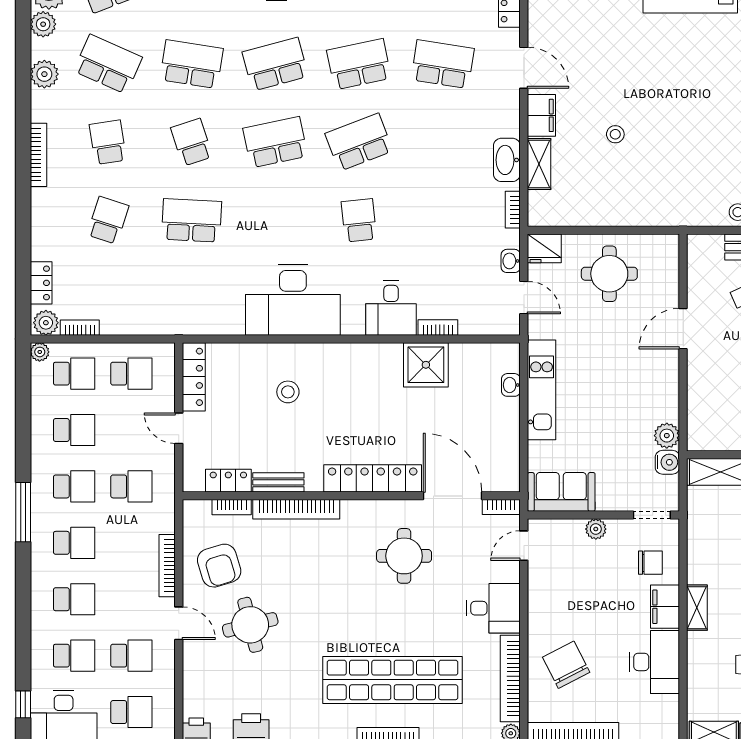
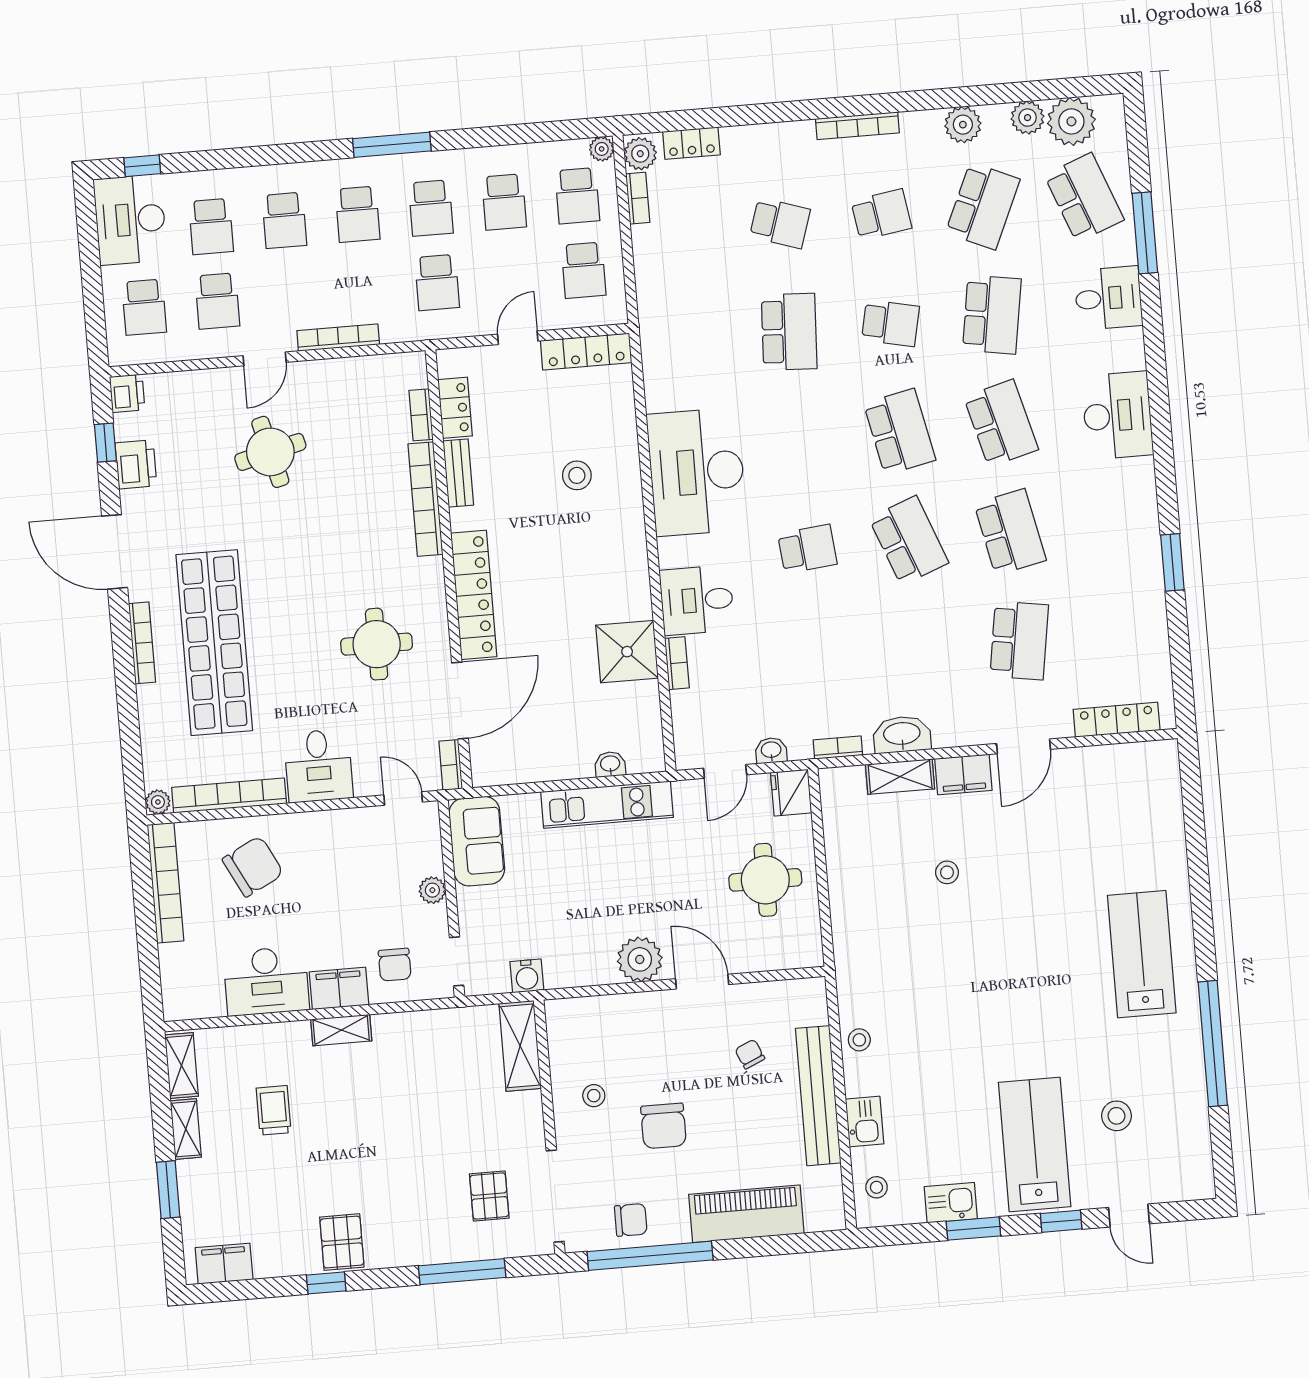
school desk: (192, 142) -> (890, 323), turned 30
plant: (667, 436) -> (640, 959), moved, width x1.36, depth x1.36
armchair: (219, 566) -> (344, 405), removed

